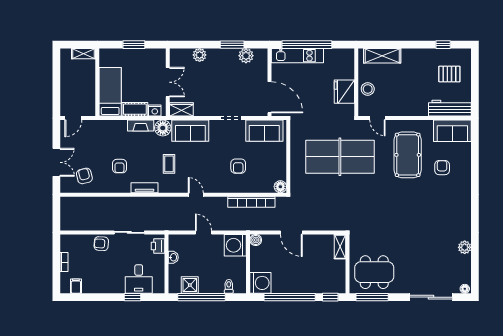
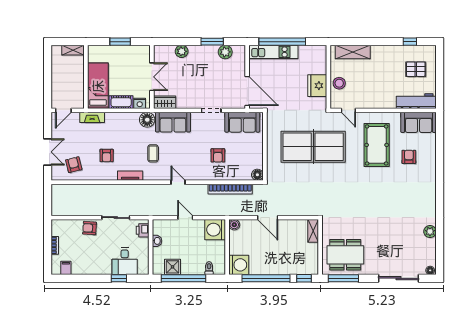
fireplace: (141, 125) -> (92, 117), moved

